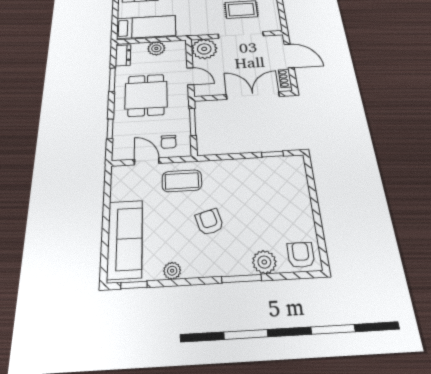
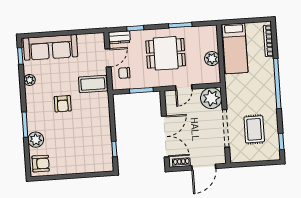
dresser: (123, 55) -> (119, 37), moved
coffee table: (182, 181) -> (93, 84), turned 90
armchair: (209, 222) -> (63, 104), turned 106

